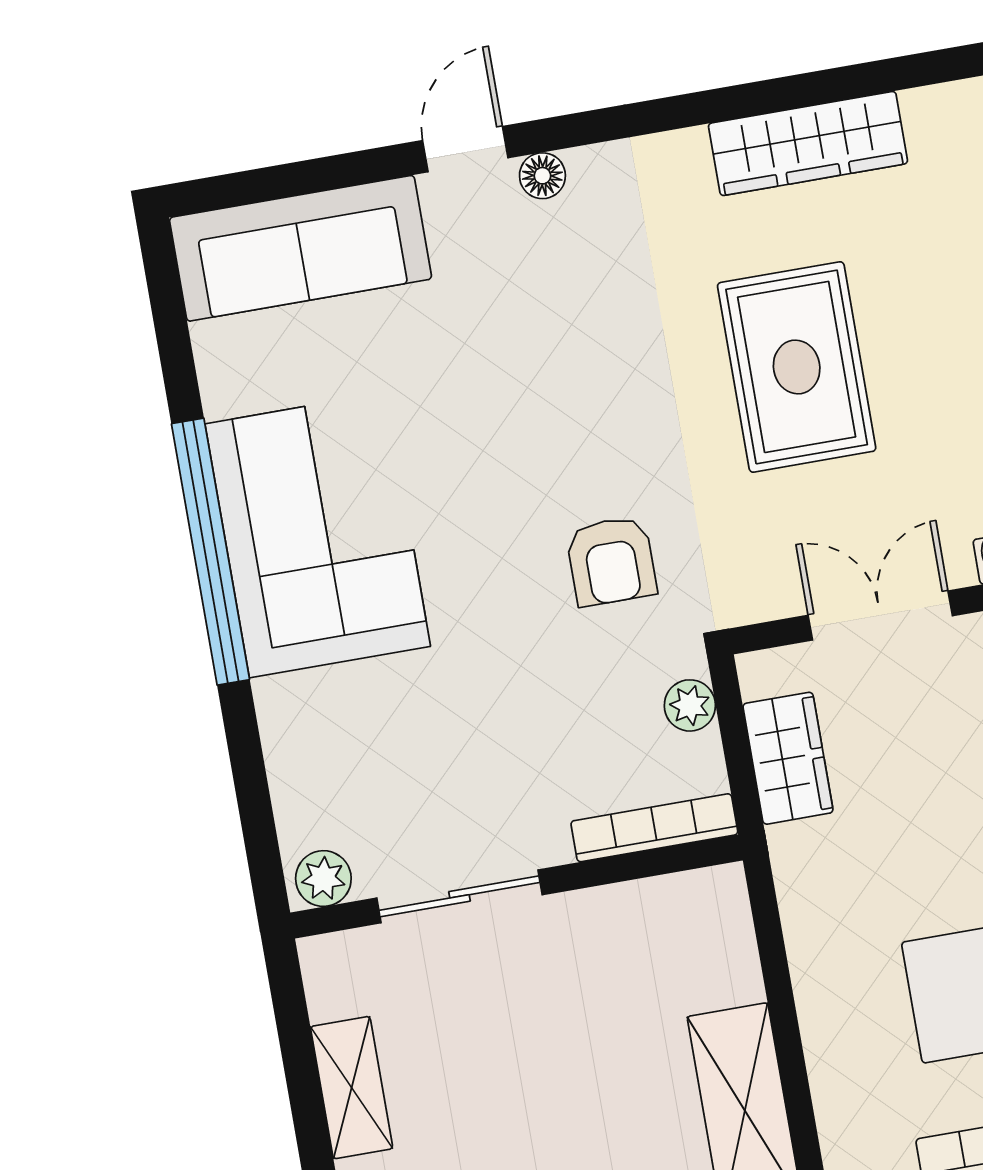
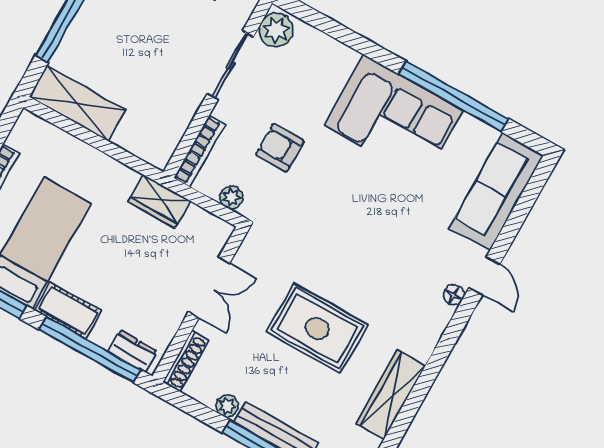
window: (210, 552) -> (453, 96), moved
armchair: (611, 561) -> (280, 148), moved
wardrobe: (788, 758) -> (159, 201), moved
plant: (323, 879) -> (276, 30), width x1.38, depth x1.38

